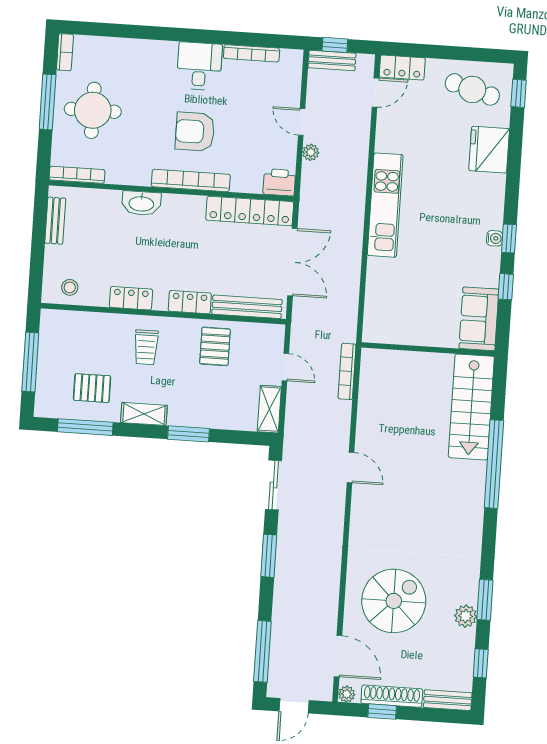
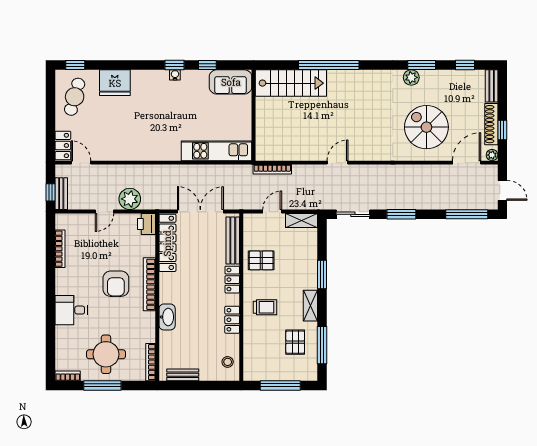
desk: (199, 66) -> (71, 310), moved
plant: (311, 152) -> (130, 199), width x1.87, depth x1.87
kitchen unit: (385, 205) -> (216, 151), moved
plant: (466, 616) -> (411, 77), moved

